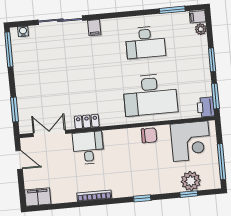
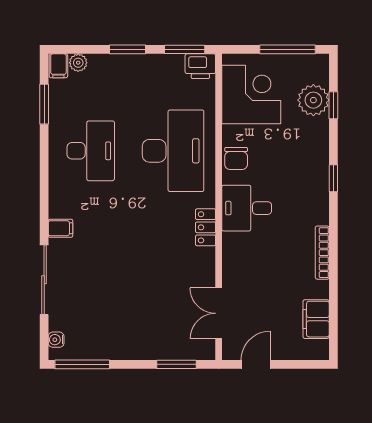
locker: (87, 121) -> (206, 227), moved
chair: (149, 135) -> (236, 158), turned 180
desk: (88, 148) -> (247, 208), moved
filing cabinet: (38, 197) -> (316, 319), moved

